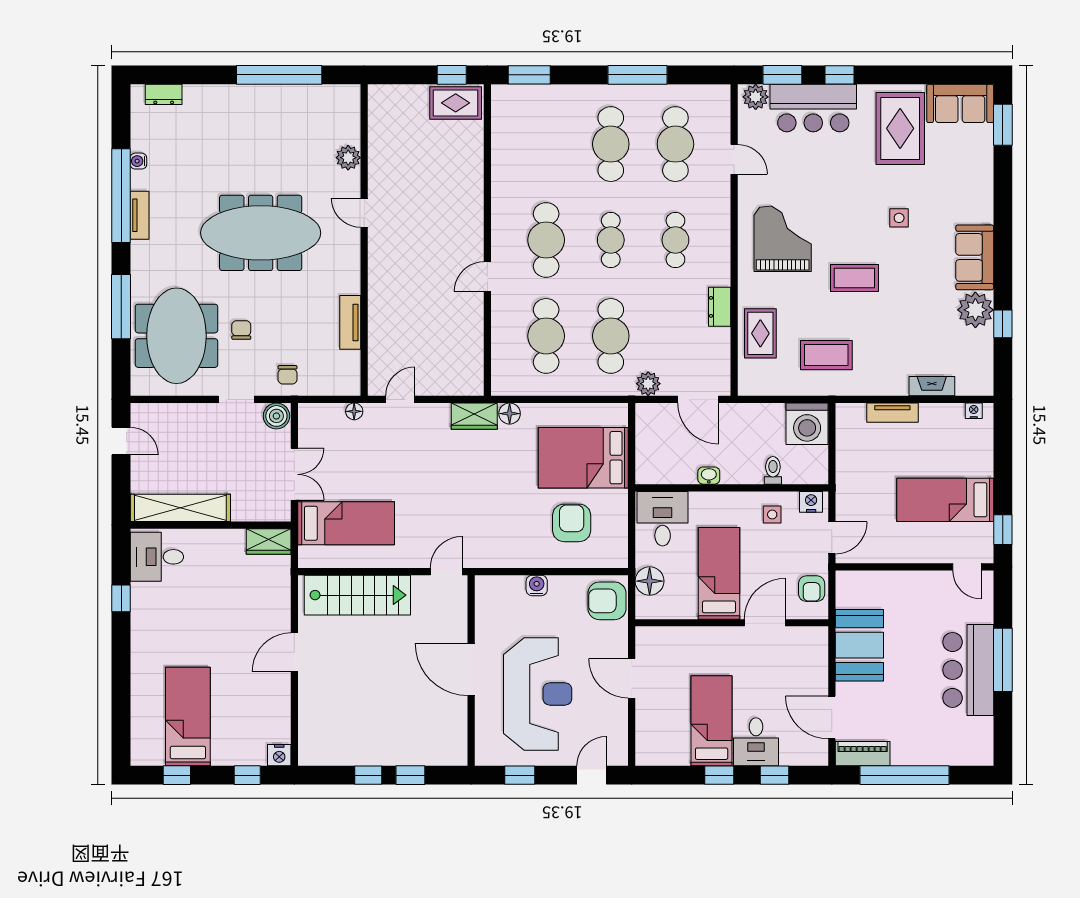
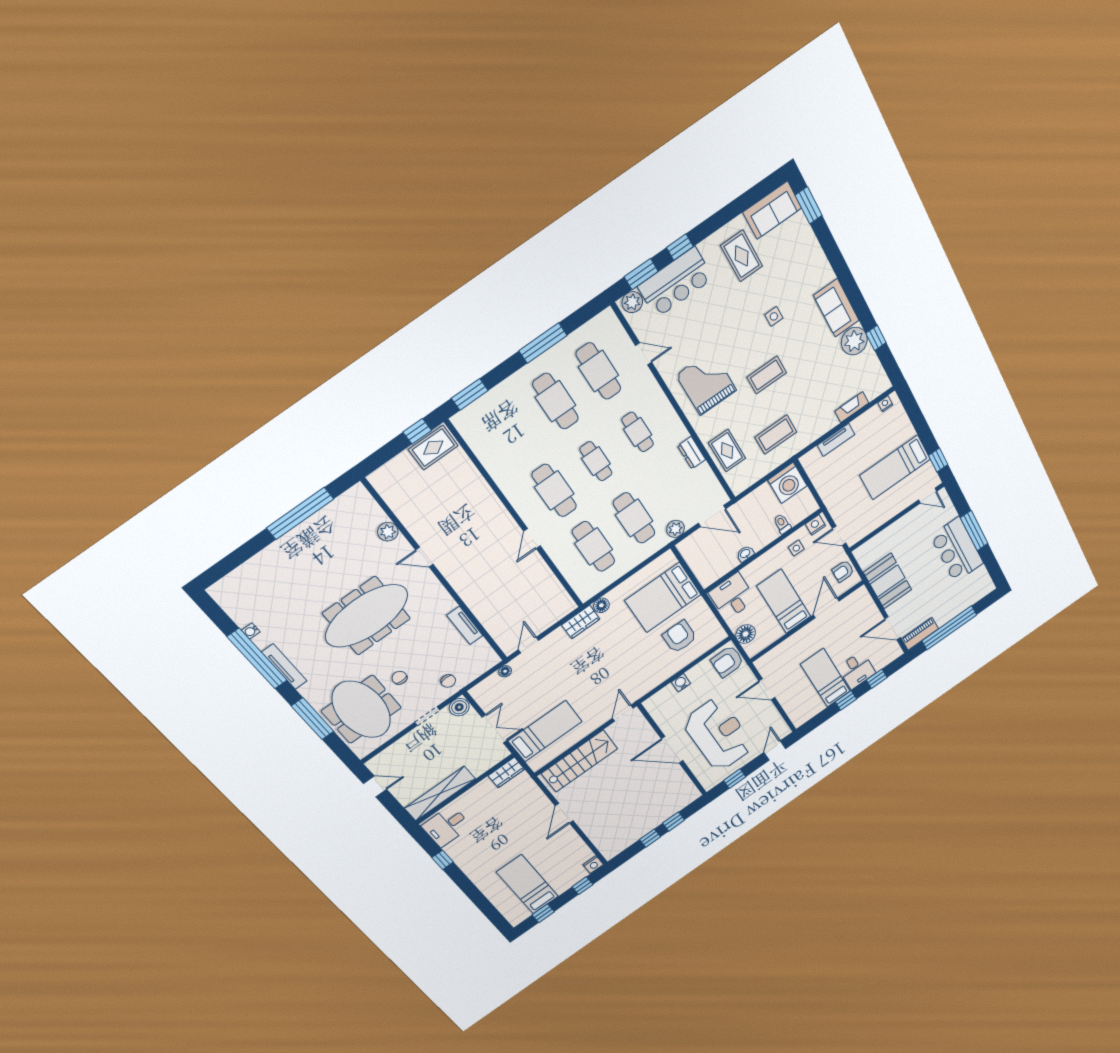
dresser: (164, 94) -> (232, 580), removed
rug: (900, 128) -> (742, 256), width x0.73, depth x0.70
tv unit: (140, 215) -> (284, 667), width x1.41
door: (832, 538) -> (839, 536), swing flipped
armchair: (812, 589) -> (843, 571), turned 90

